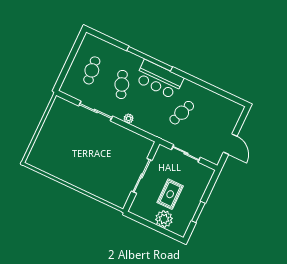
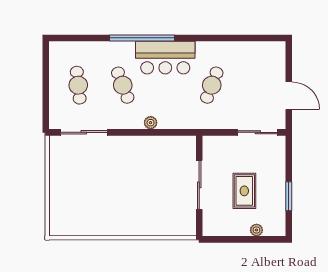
sliding door: (96, 111) -> (84, 132), moved
sliding door: (186, 153) -> (258, 132), moved
plant: (164, 219) -> (256, 230), width x0.53, depth x0.53

